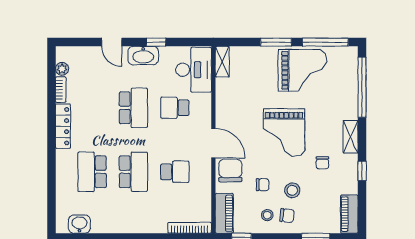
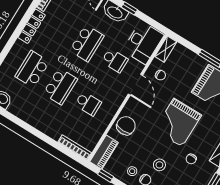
school desk: (175, 108) -> (115, 60), turned 180
door: (213, 143) -> (135, 85), moved
chair: (263, 185) -> (160, 75), moved

